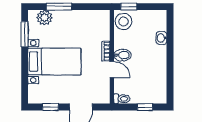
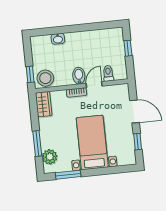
wardrobe: (98, 17) -> (44, 104), added
toilet: (122, 99) -> (108, 73), moved

